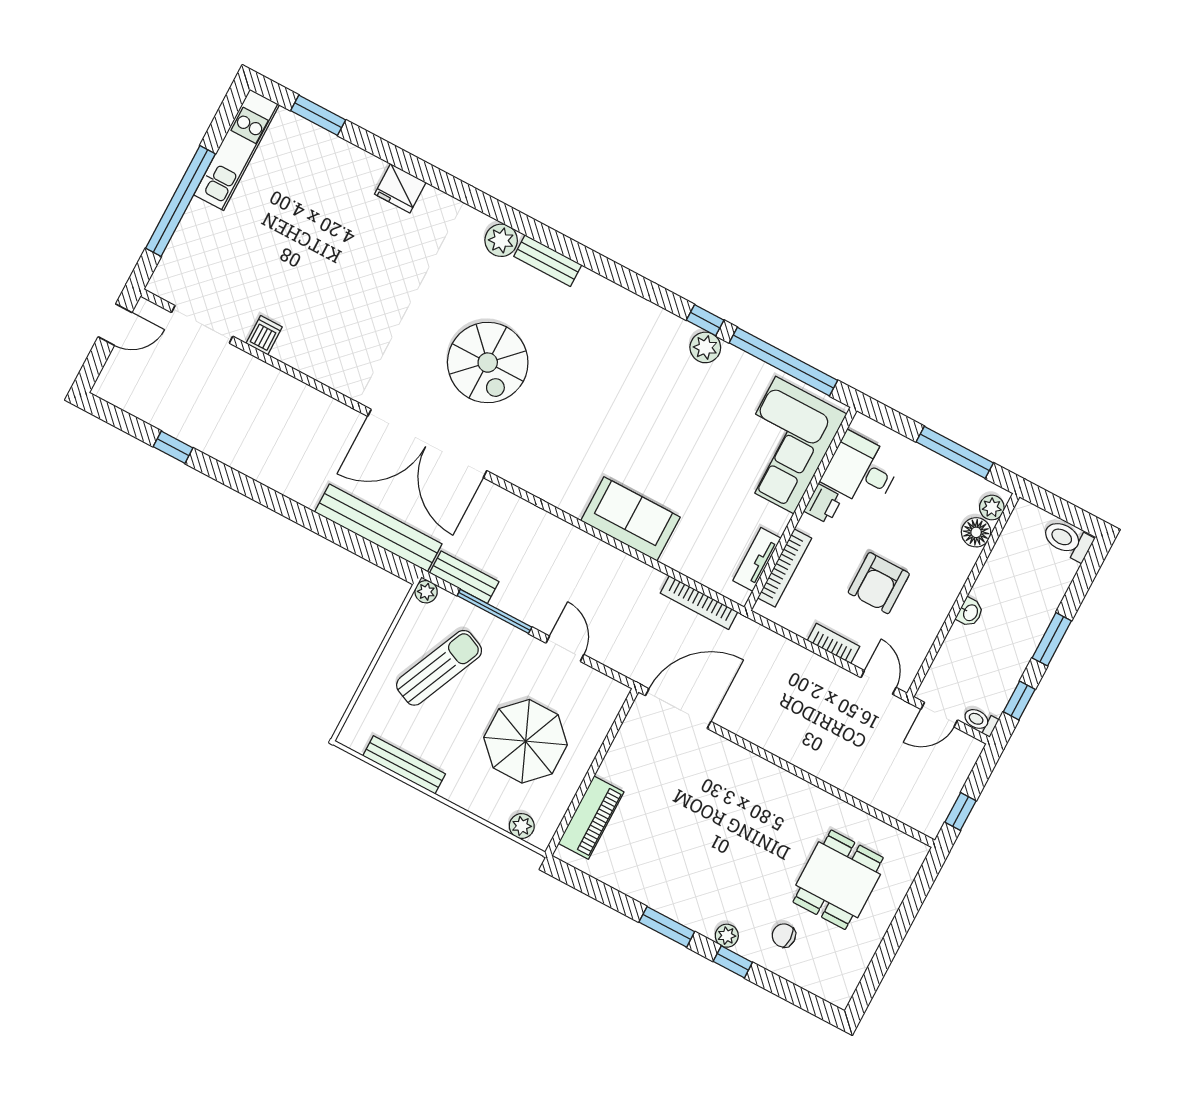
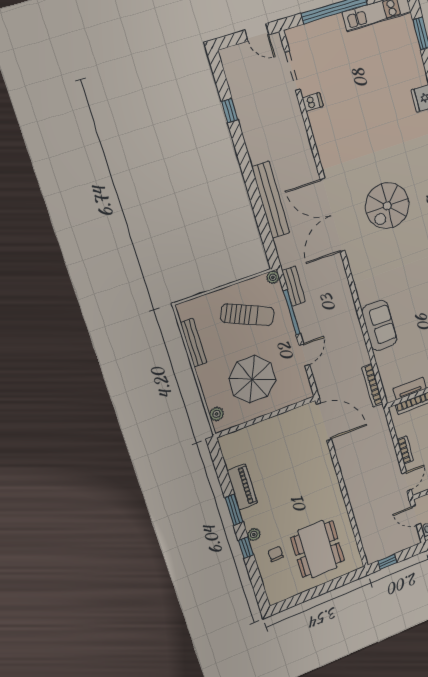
bench: (378, 528) -> (271, 200), moved
piano: (591, 818) -> (242, 487), moved, turned -90
dining table: (838, 880) -> (318, 549), width x1.37

